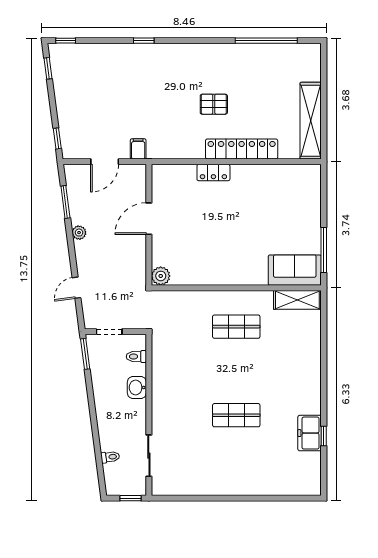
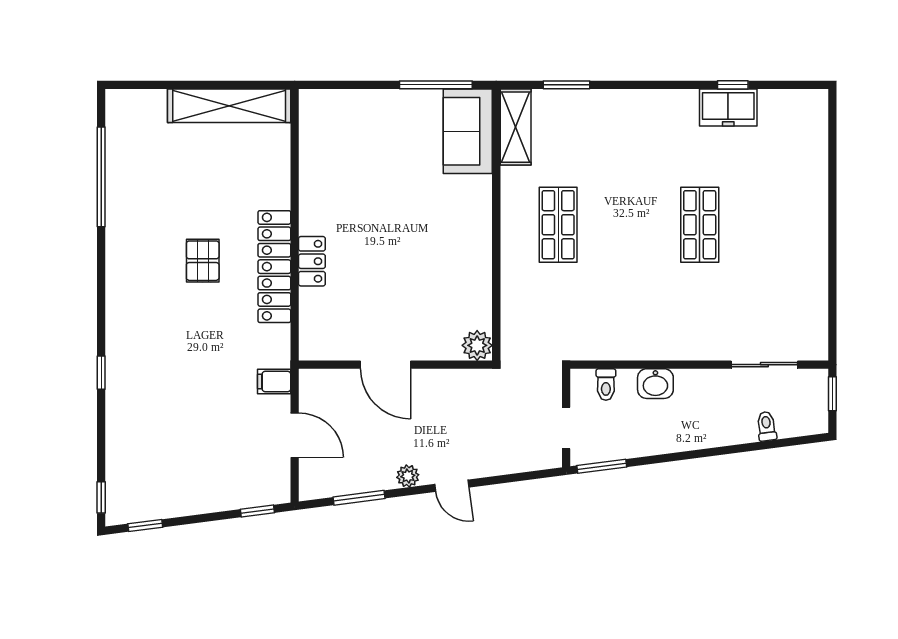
locker: (242, 149) -> (274, 267), moved
door: (77, 288) -> (452, 486), moved
window: (324, 332) -> (566, 85), added

